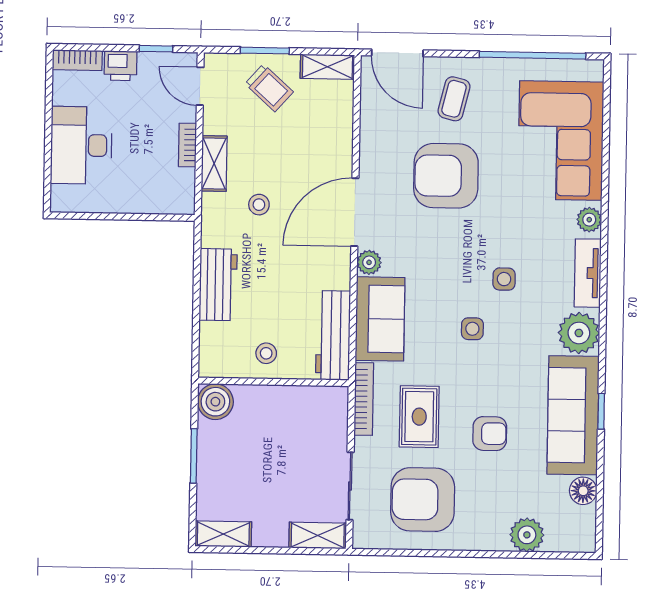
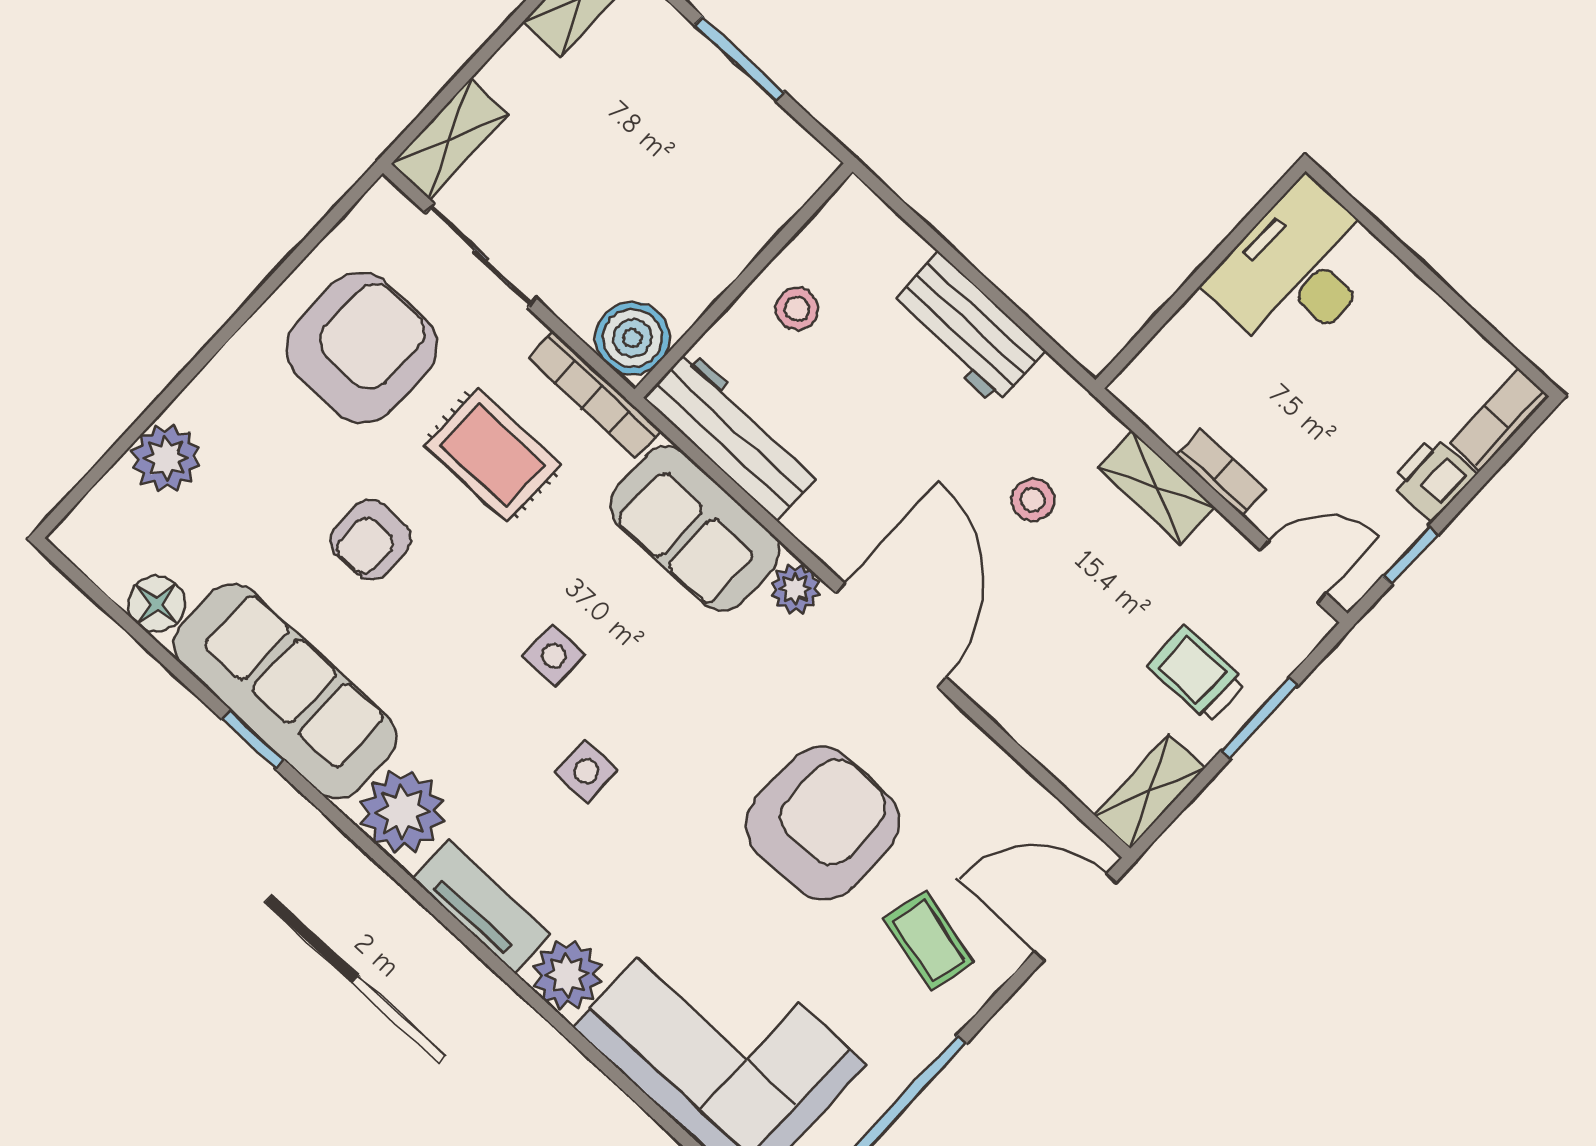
trolley: (269, 88) -> (1197, 674), turned 48
desk: (81, 145) -> (1298, 270), moved, turned -90
plant: (589, 220) -> (567, 975), width x1.38, depth x1.38
boiler: (215, 402) -> (632, 338), moved

